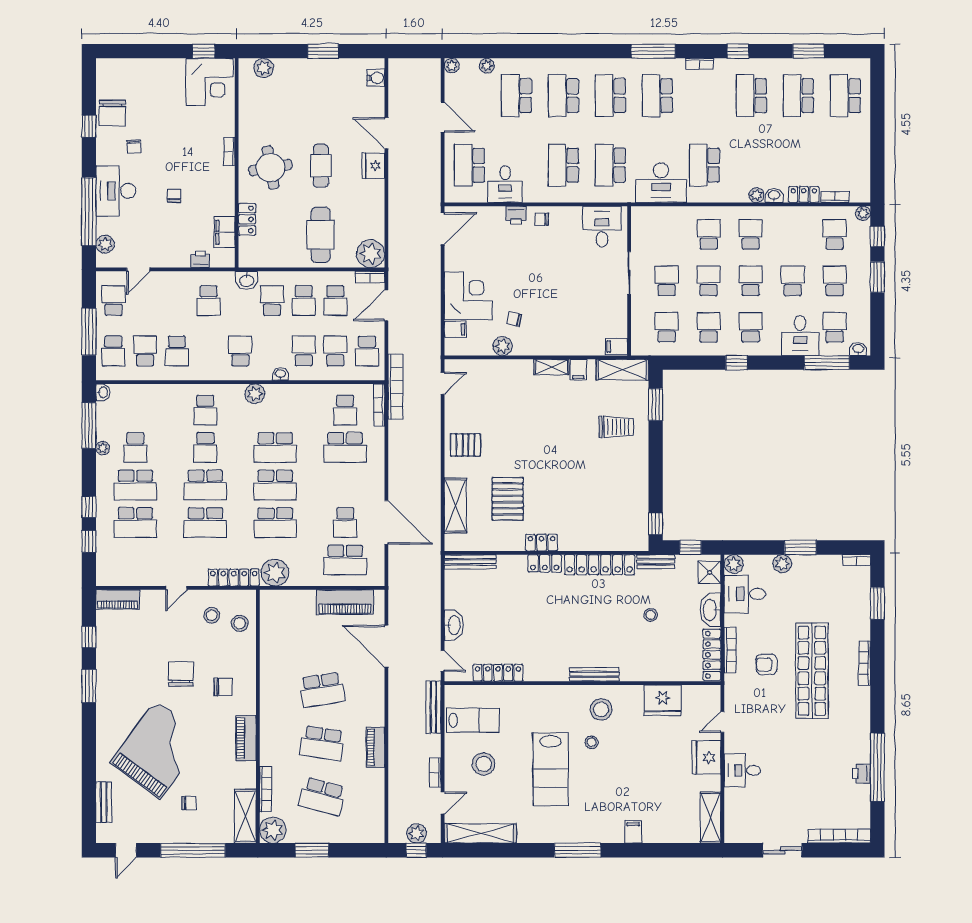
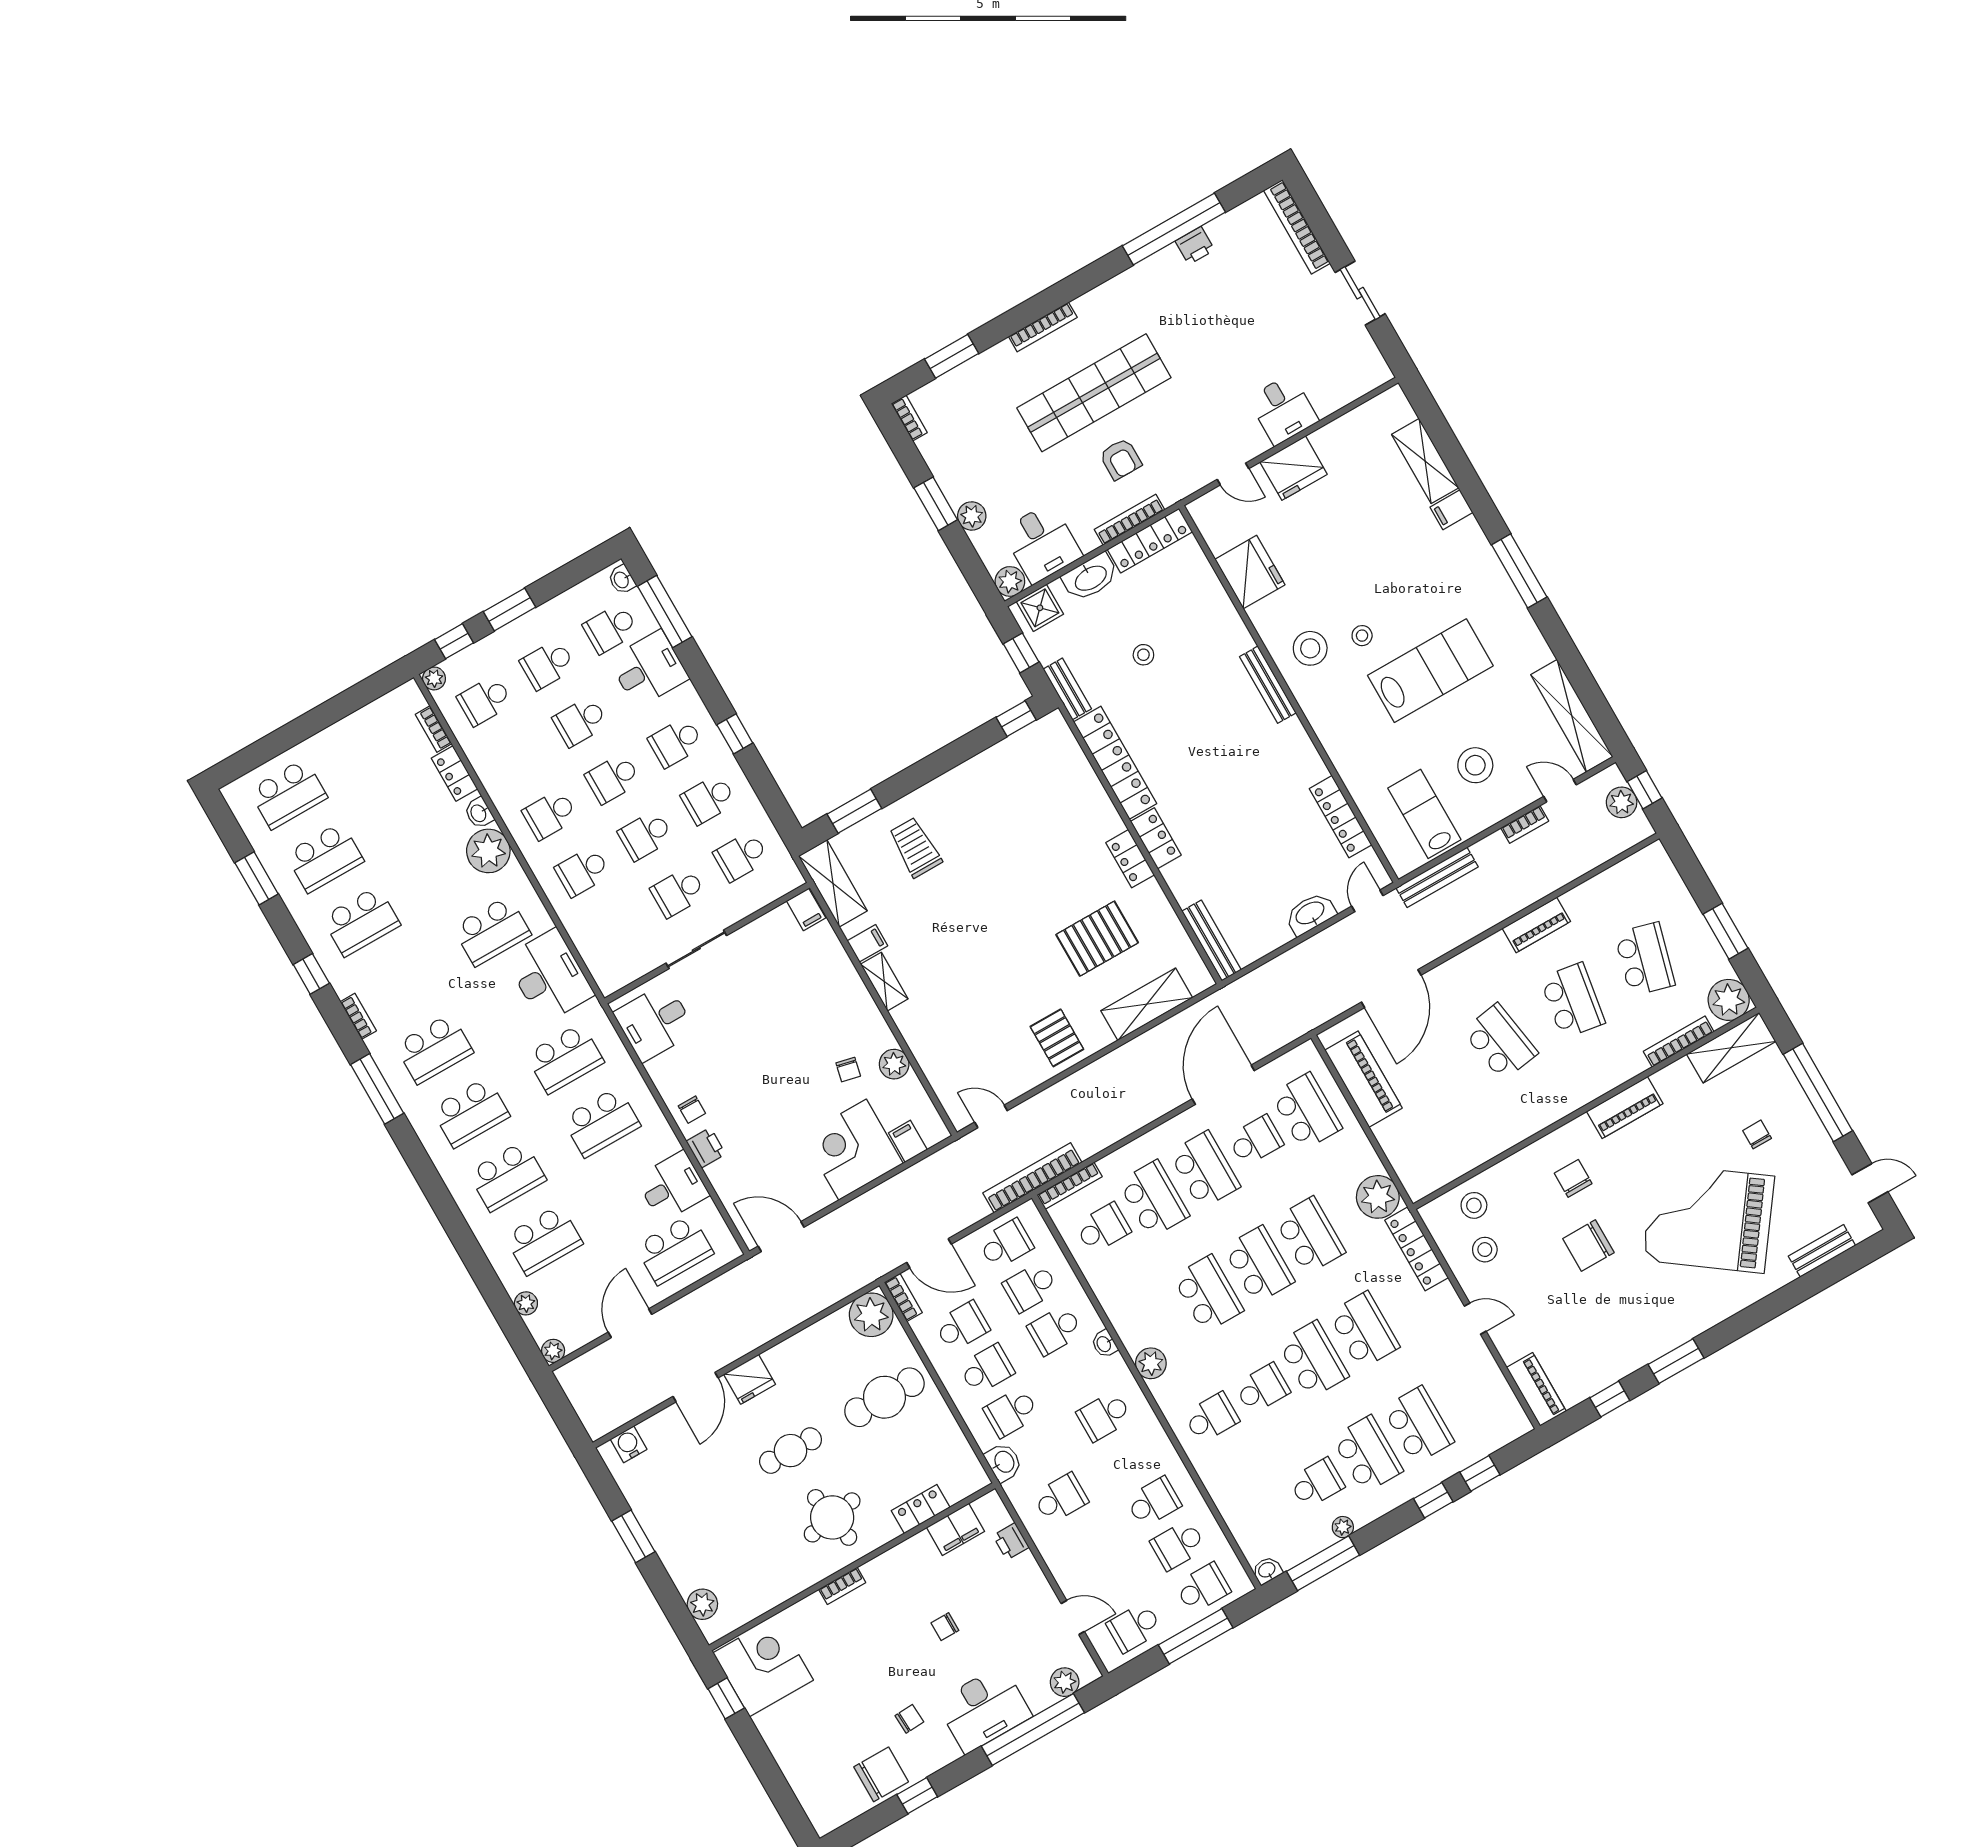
plant: (756, 195) -> (488, 851), width x1.87, depth x1.87
school desk: (345, 485) -> (1205, 1170), added
shelving: (710, 818) -> (1425, 461), moved, turned 90

